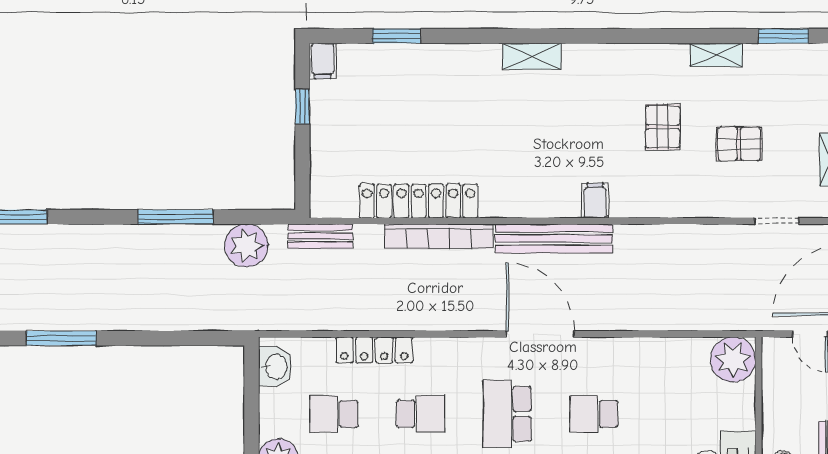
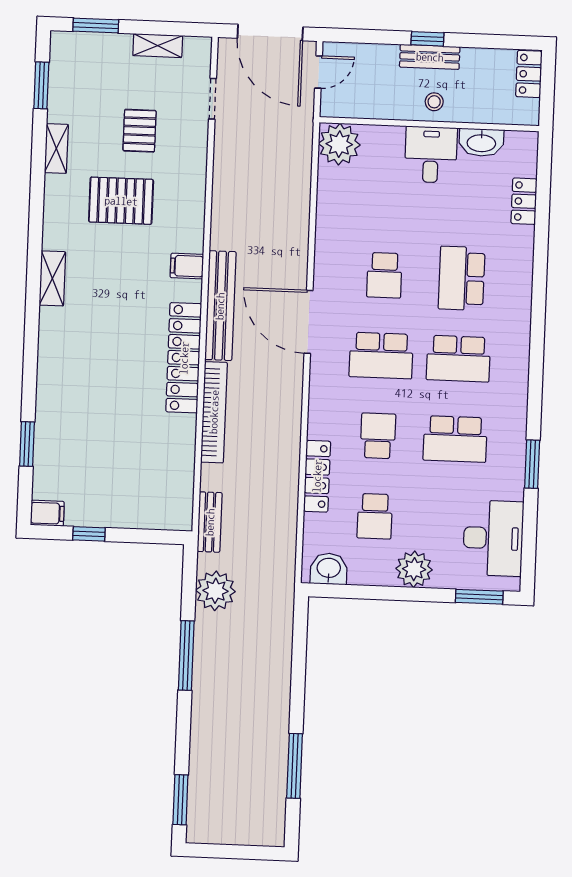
shelving: (532, 56) -> (52, 278), moved
pallet: (663, 127) -> (121, 201), width x1.50, depth x1.42
locker: (419, 201) -> (184, 358), moved
door: (540, 334) -> (308, 322), hinge flipped

